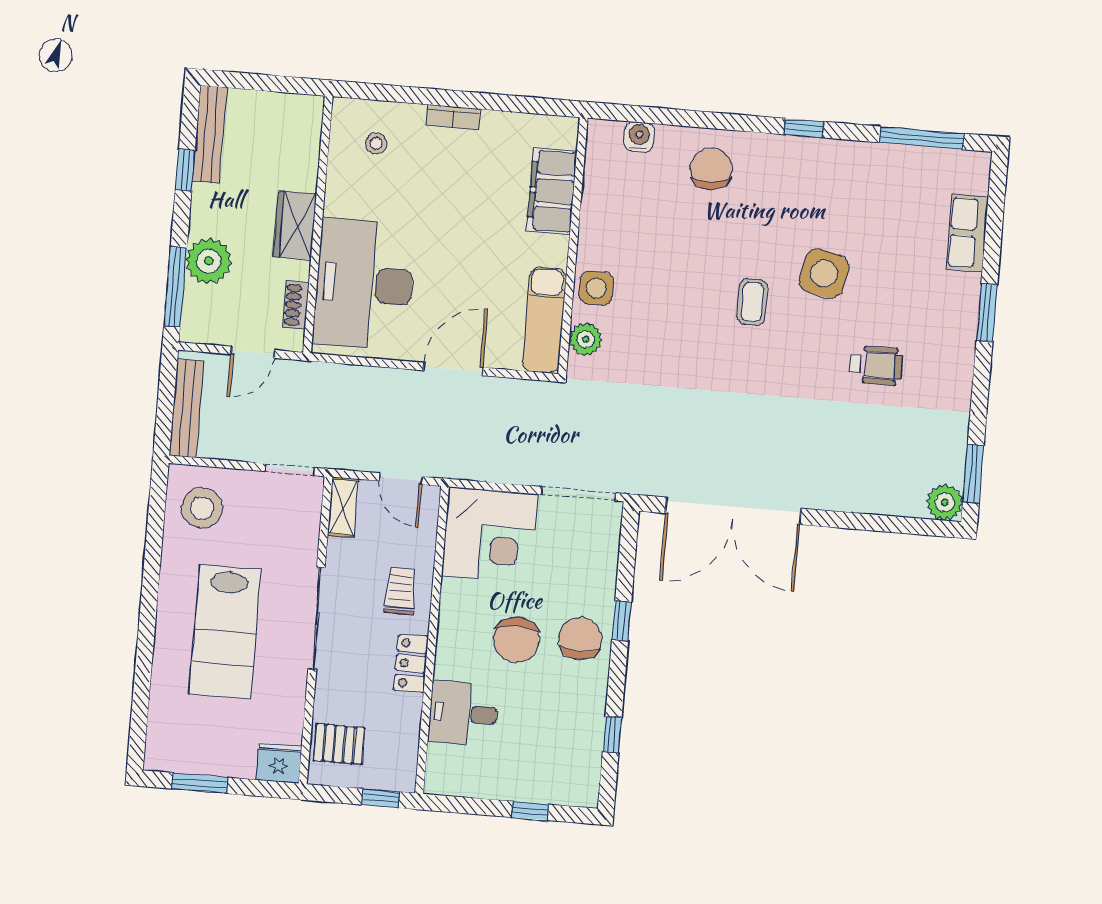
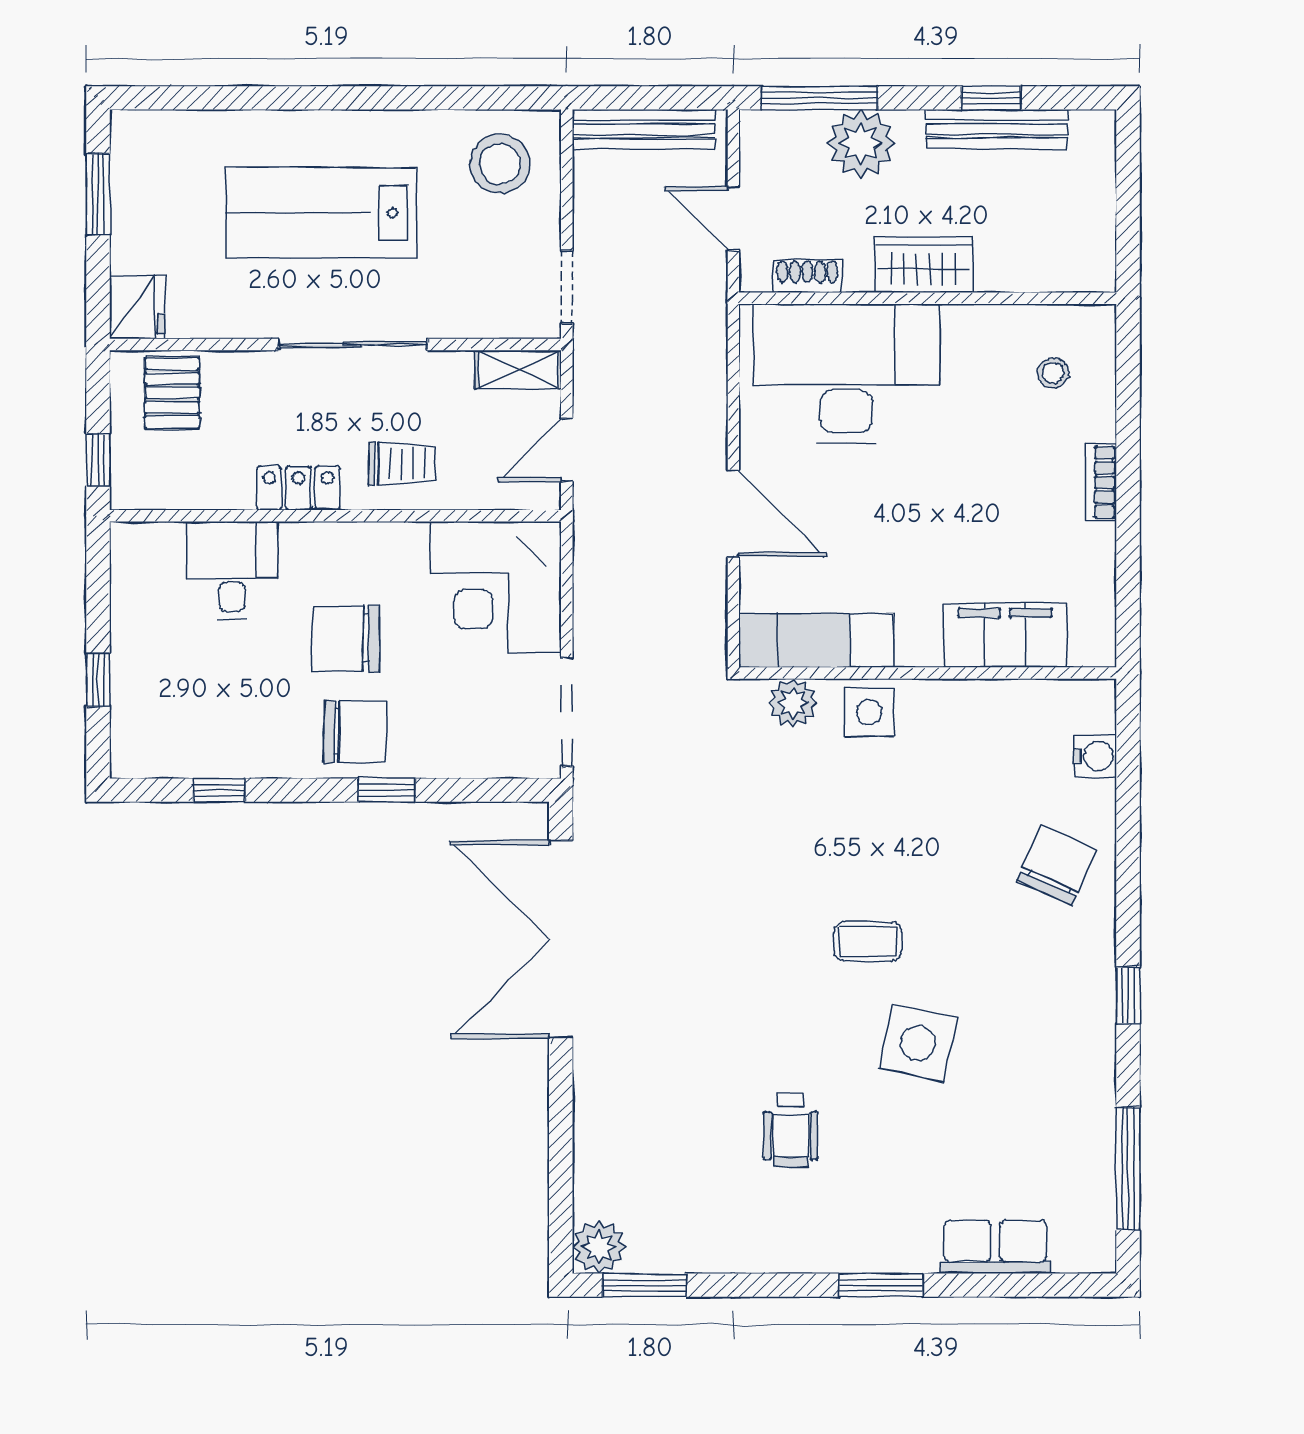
bench: (210, 134) -> (997, 129), moved
chair: (711, 169) -> (1057, 865), turned -61

